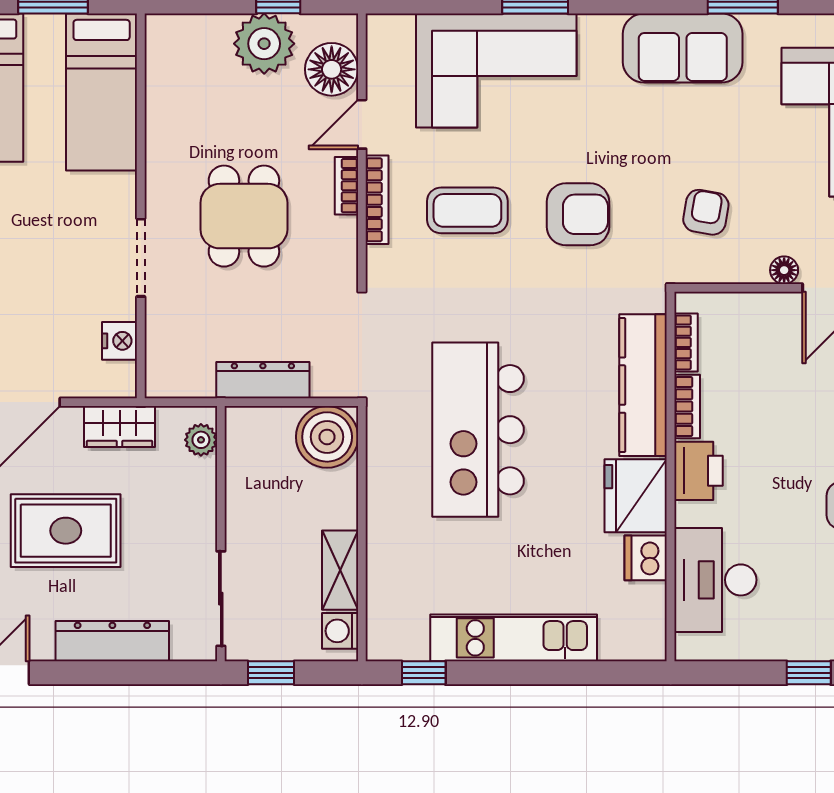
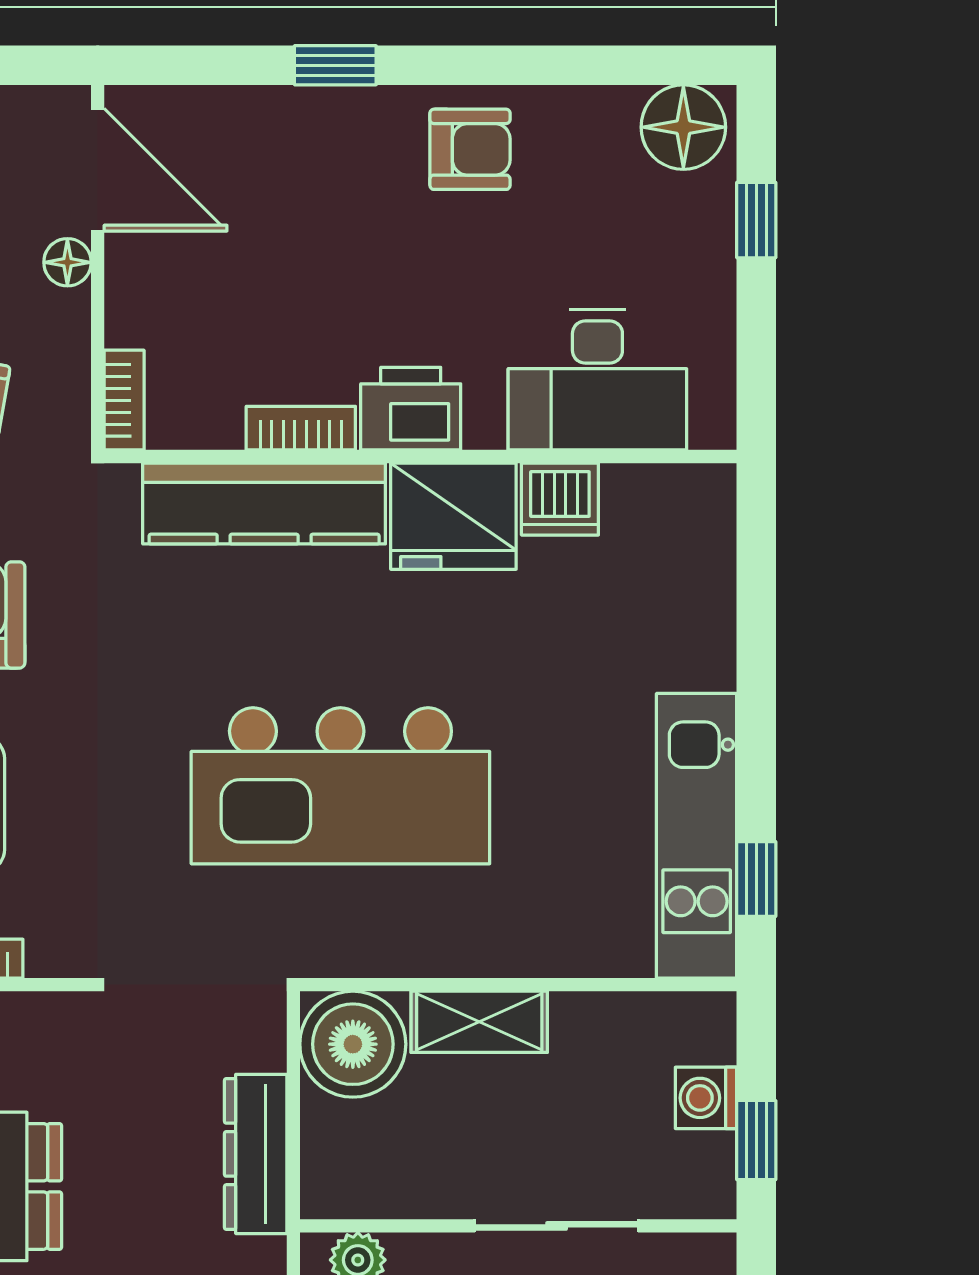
bookcase: (686, 342) -> (124, 400), moved, turned 90
shelving: (340, 570) -> (479, 1022), moved
sliding door: (221, 599) -> (557, 1226), moved
washing machine: (340, 631) -> (706, 1098), moved, turned 90
kitchen unit: (514, 638) -> (697, 836), moved

